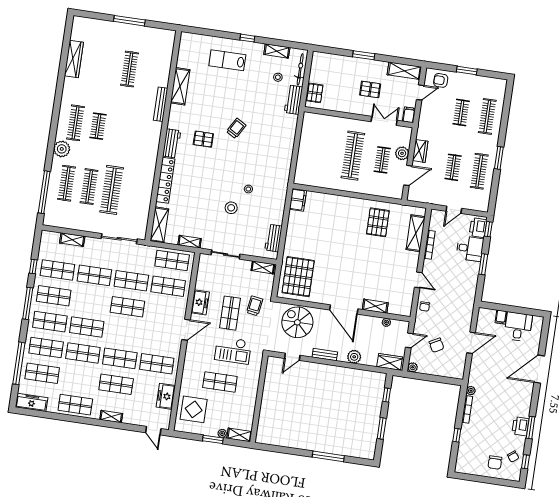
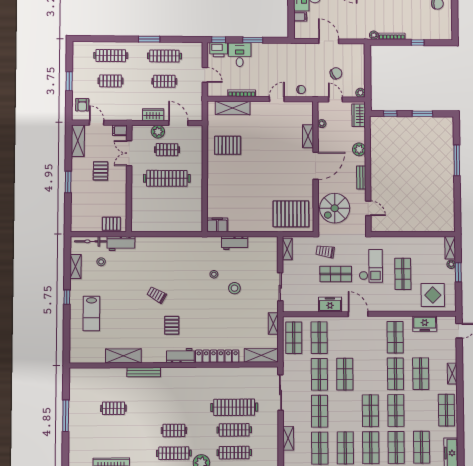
clothes rail: (129, 69) -> (113, 408), width x0.73
workbench: (273, 238) -> (235, 243), moved

